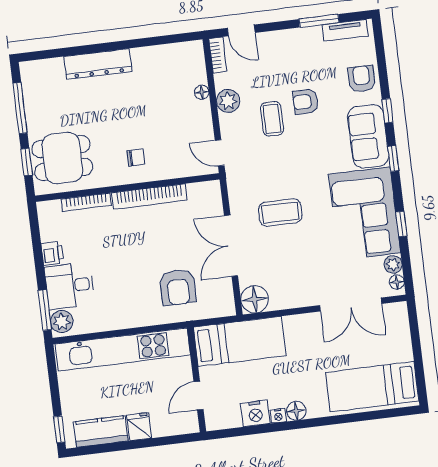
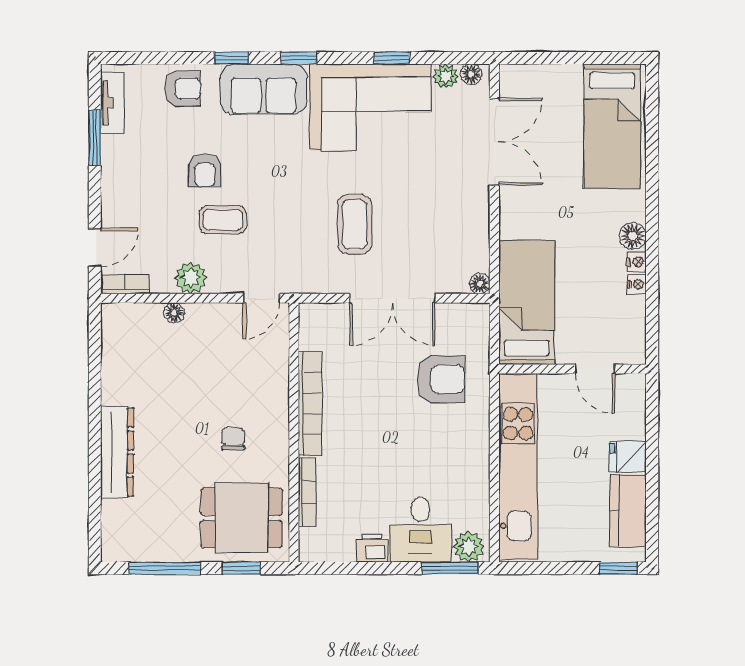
armchair: (362, 79) -> (183, 89), turned 180
chair: (136, 157) -> (233, 439), moved
dining table: (62, 158) -> (242, 518), turned 90
floor lamp: (255, 299) -> (480, 284), width x0.53, depth x0.53
nightstand: (255, 413) -> (637, 284), width x0.53, depth x0.56

